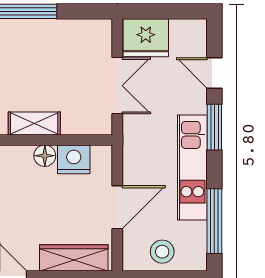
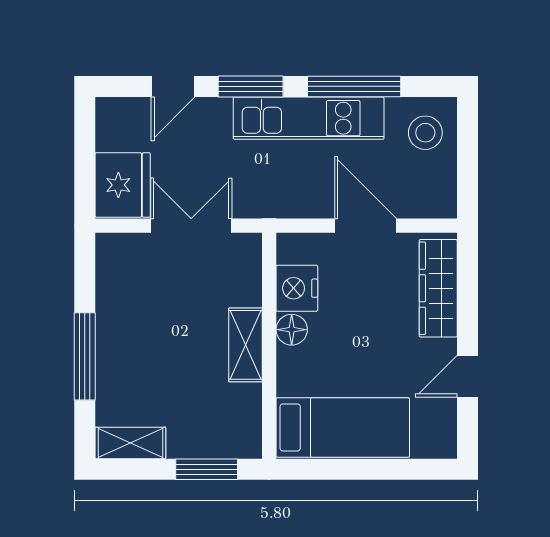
window: (214, 221) -> (354, 86), moved
stool: (162, 252) -> (425, 133), moved

